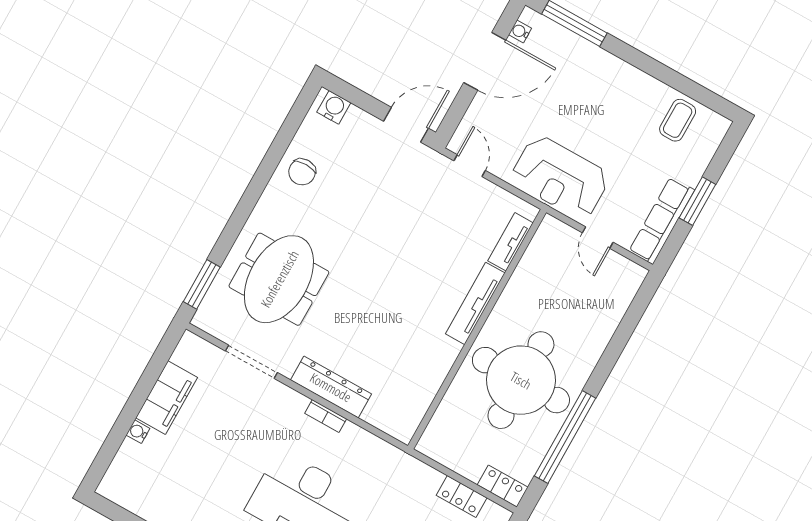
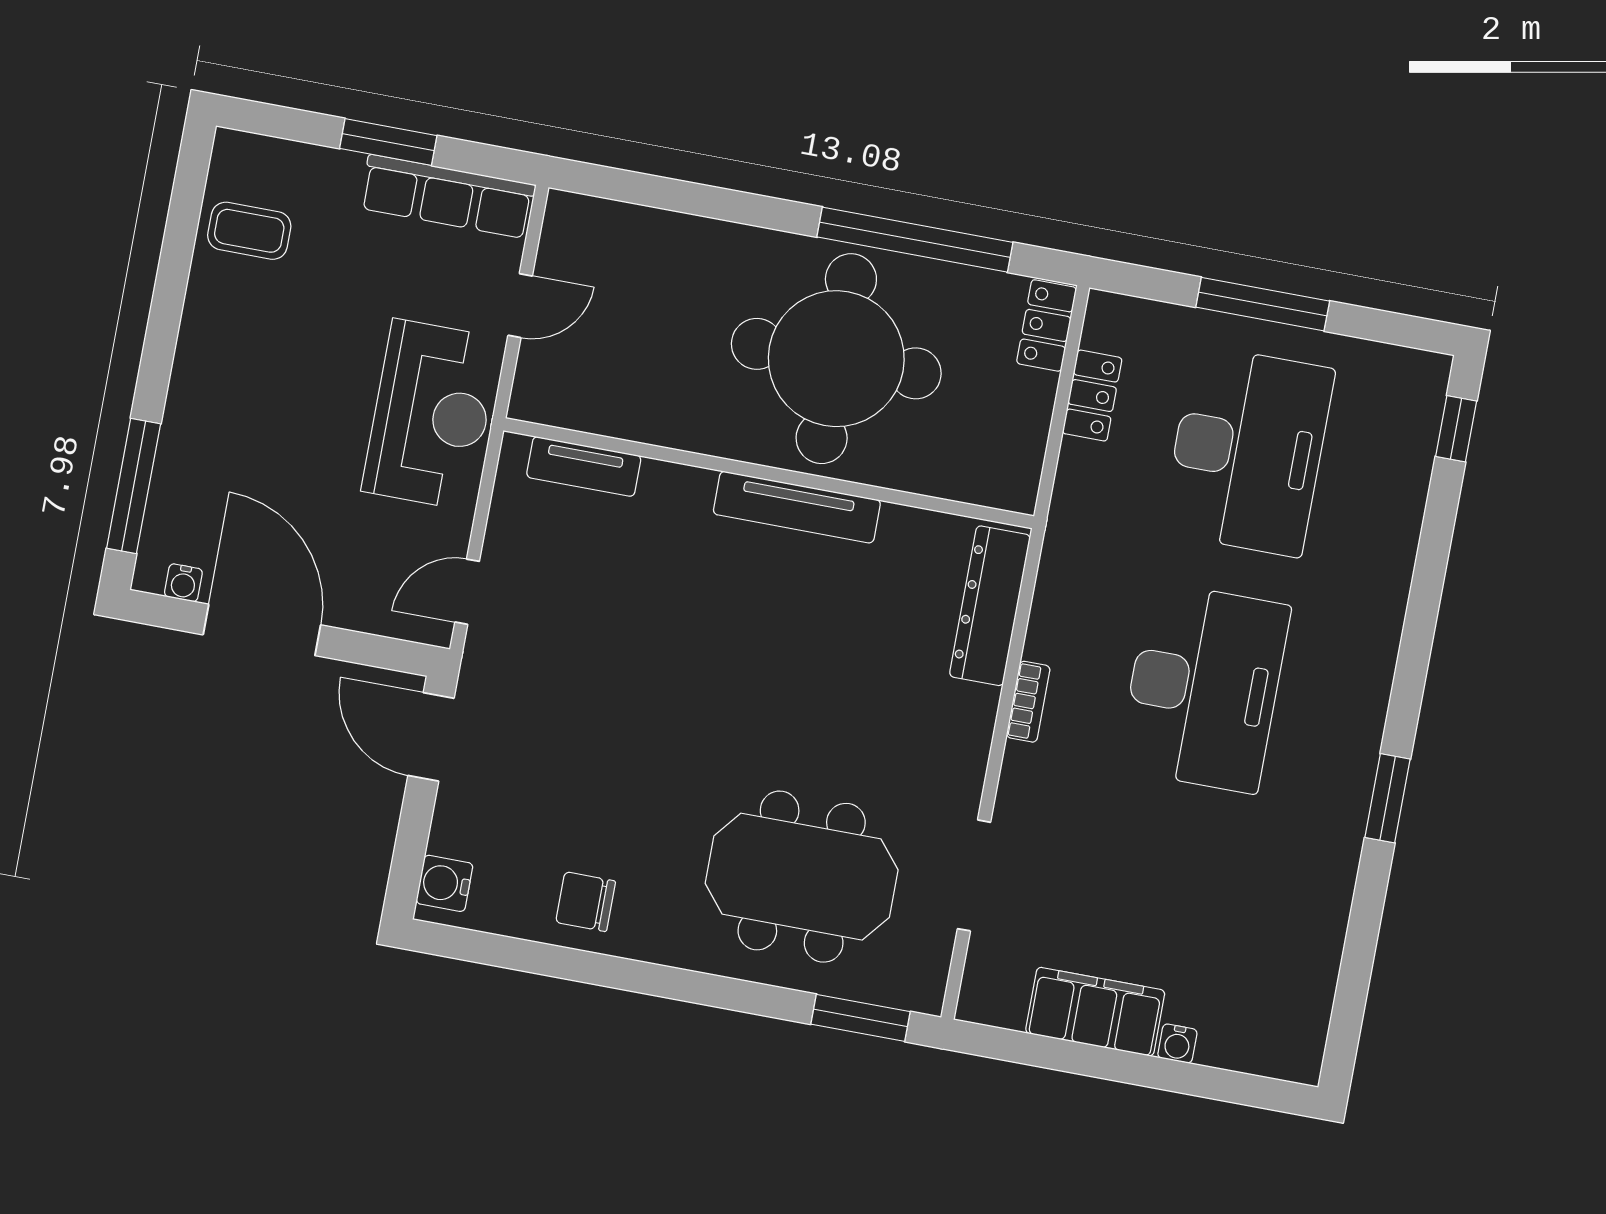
chair: (302, 172) -> (586, 902), turned 180
tv unit: (475, 303) -> (797, 507), moved
dresser: (331, 387) -> (990, 606), moved

